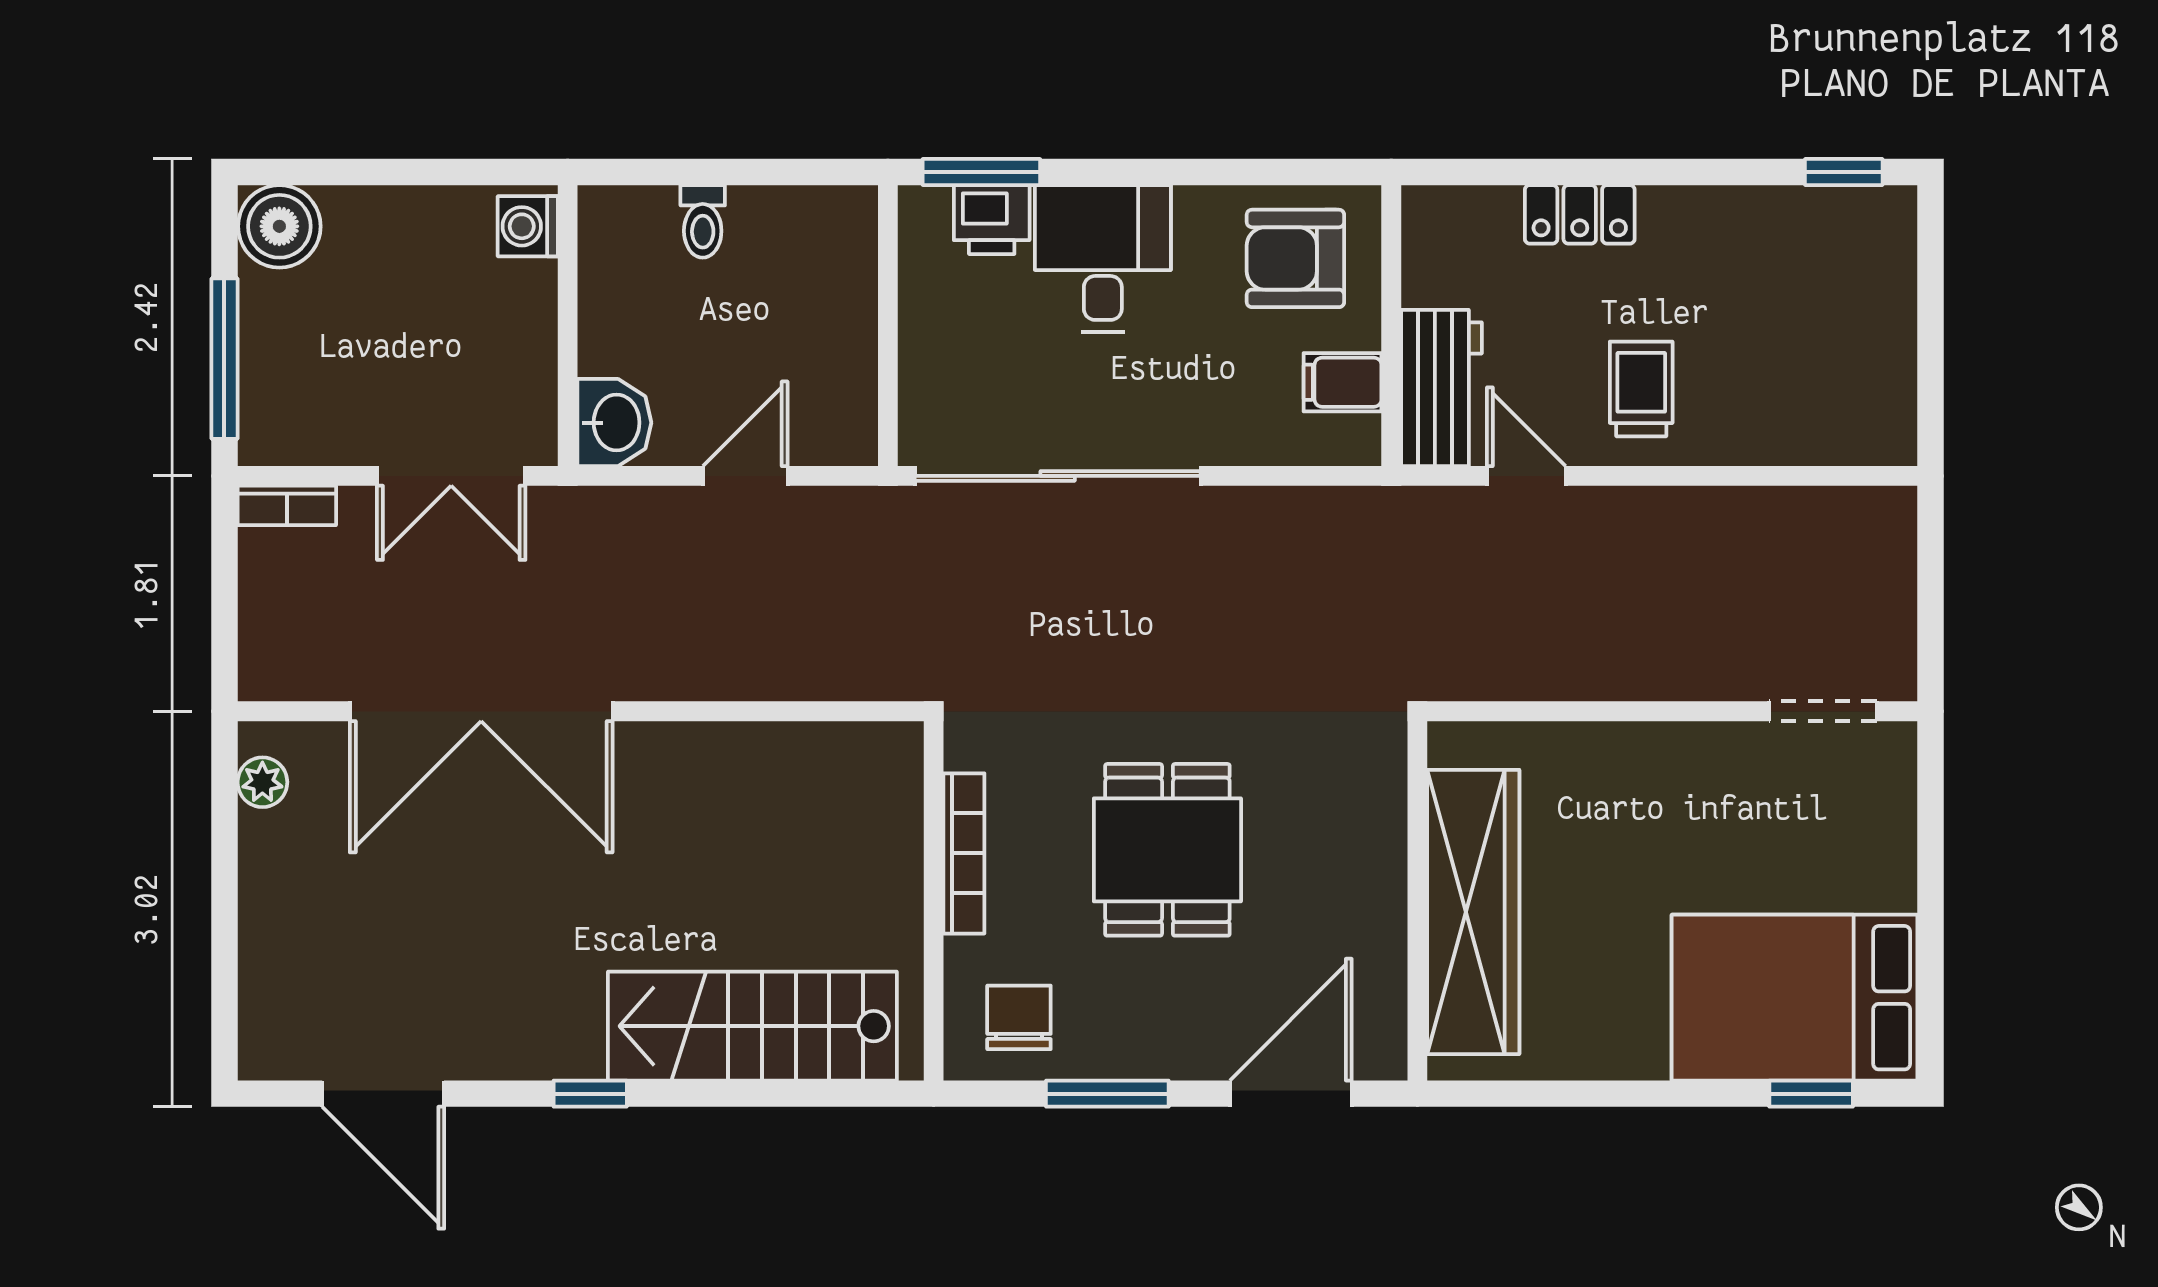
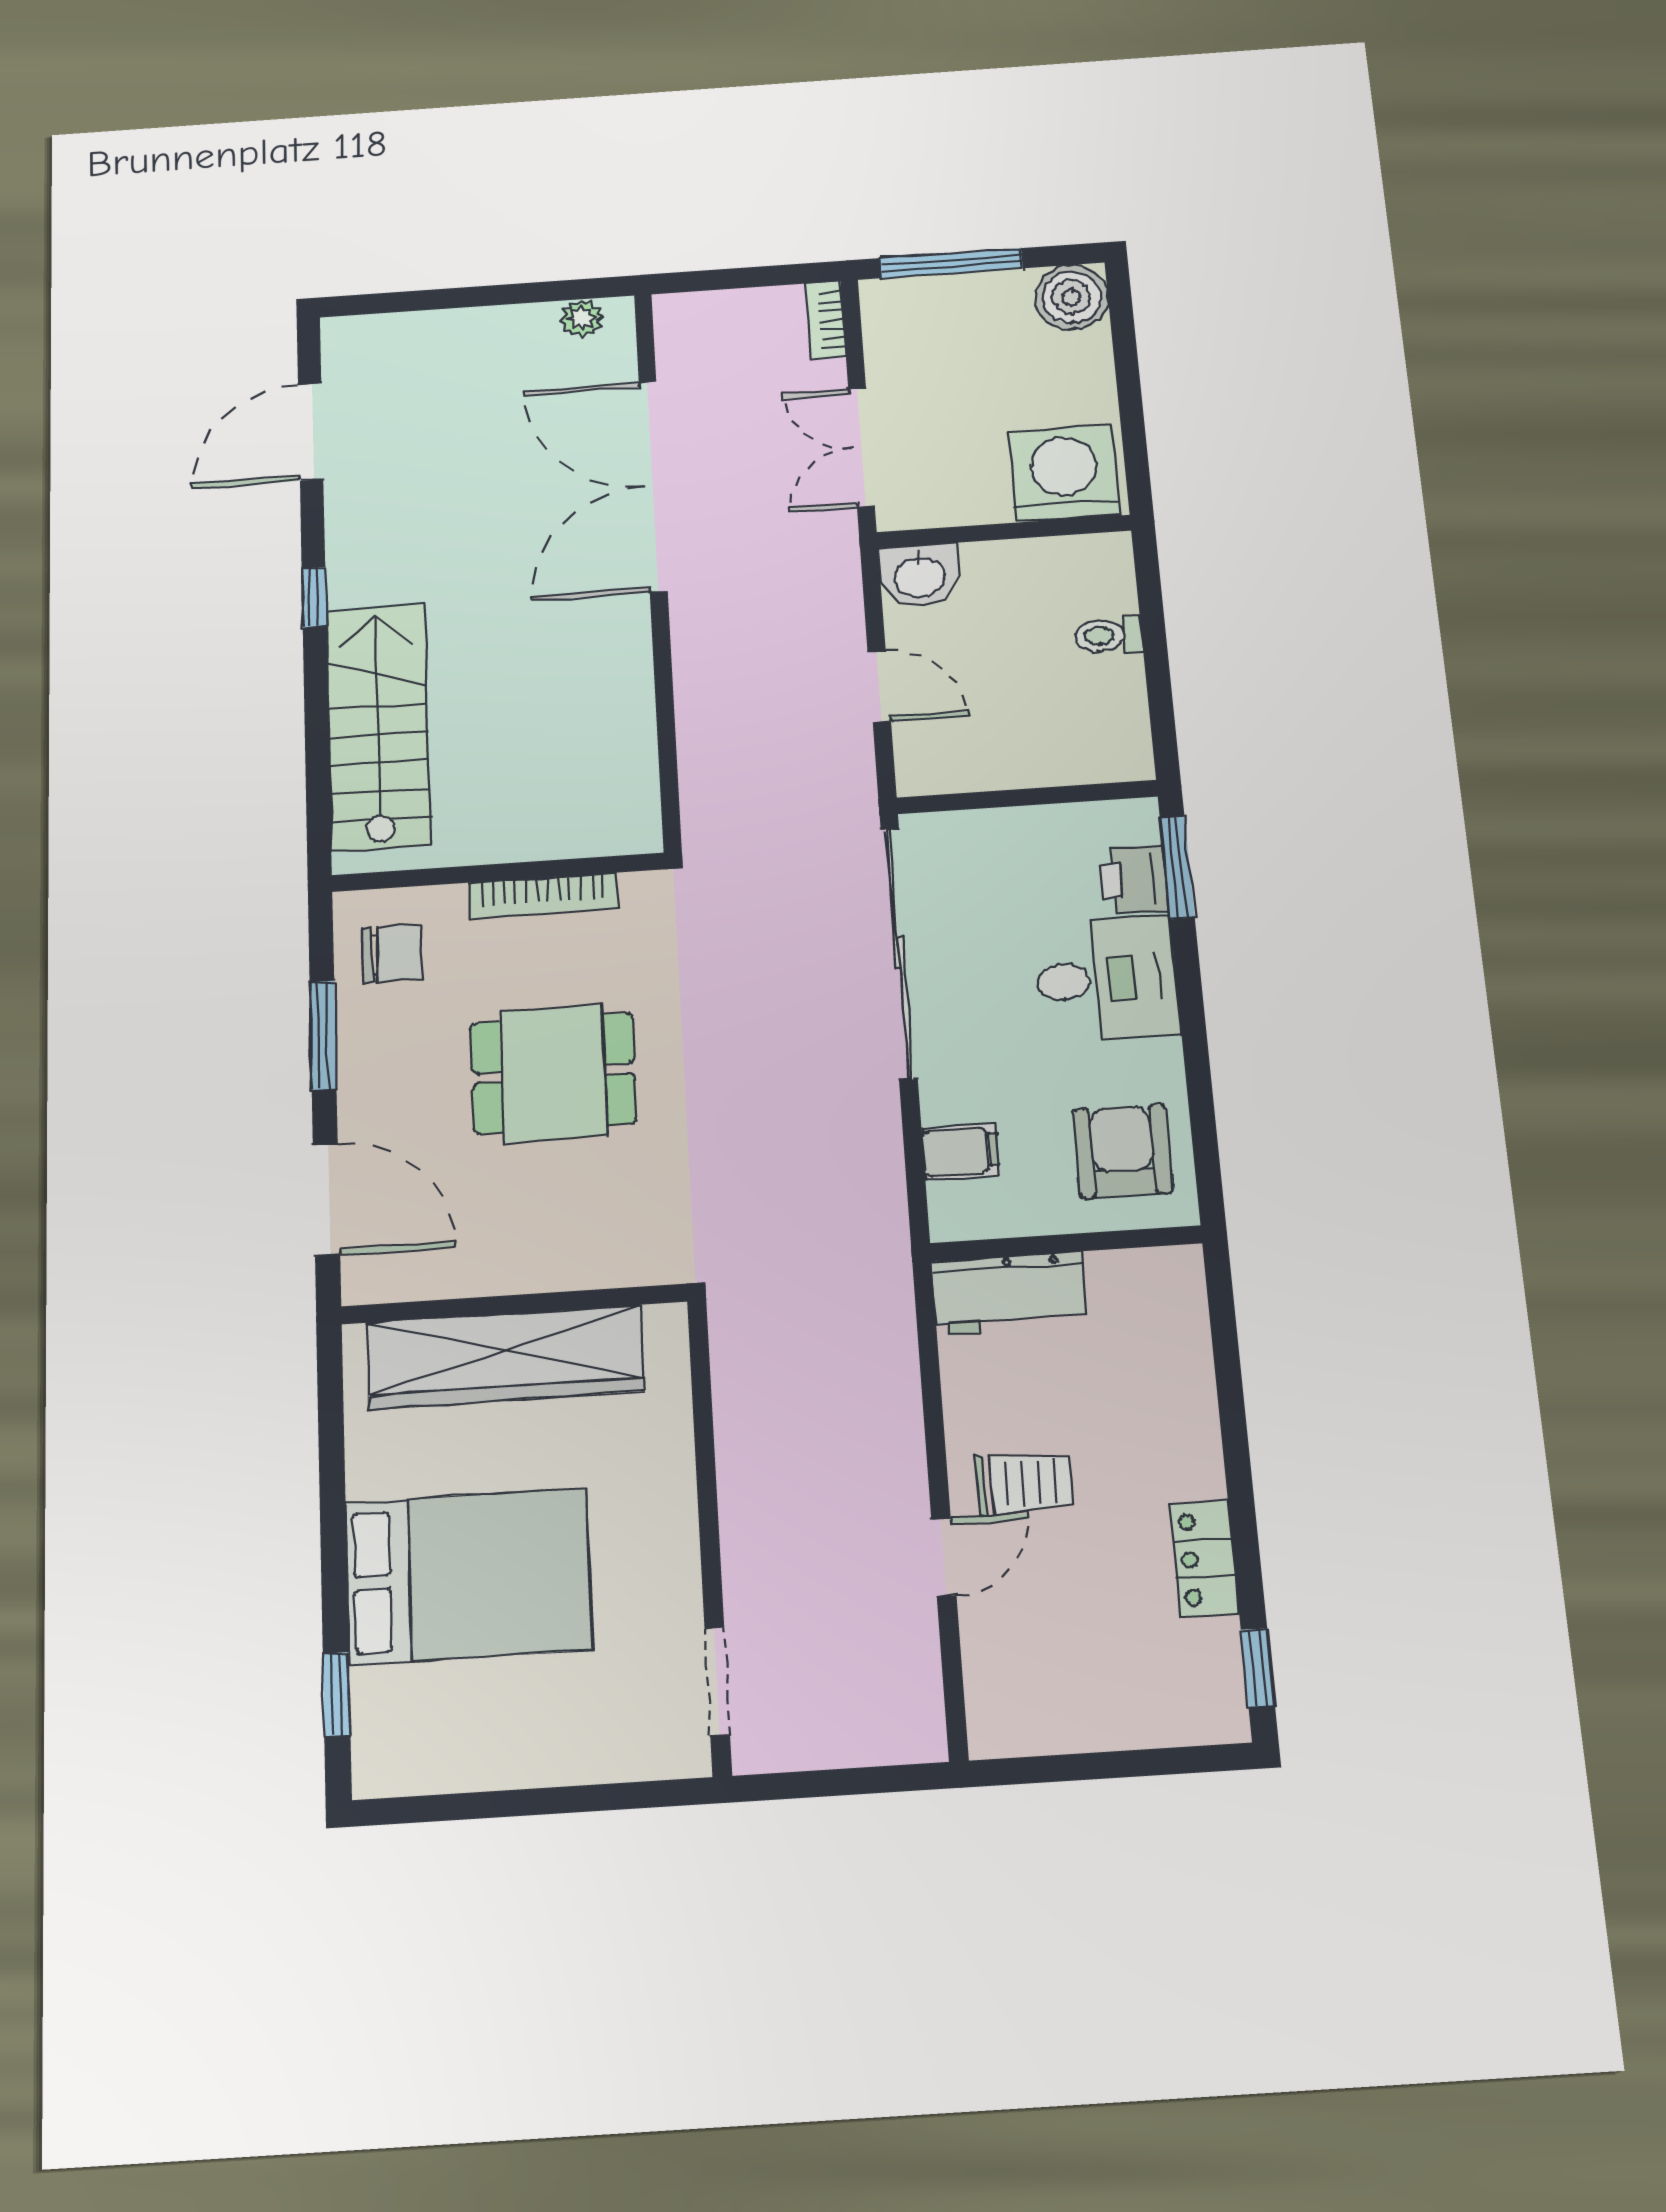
locker: (1580, 214) -> (1205, 1559), moved
washing machine: (528, 226) -> (1064, 473), width x1.89, depth x1.89
filing cabinet: (1343, 382) -> (960, 1152), moved, turned 90
door: (1526, 476) -> (944, 1557), moved
bed: (1795, 998) -> (468, 1576), moved, turned 90

